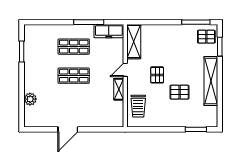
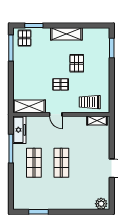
shelving: (211, 81) -> (66, 34), width x0.68
shelving: (119, 89) -> (97, 121), moved
plant: (30, 99) -> (101, 204), moved
trolley: (138, 106) -> (90, 102), turned 180

